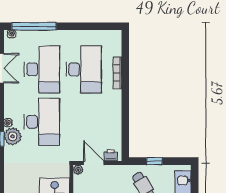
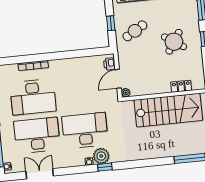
desk: (84, 69) -> (33, 97), turned 180

